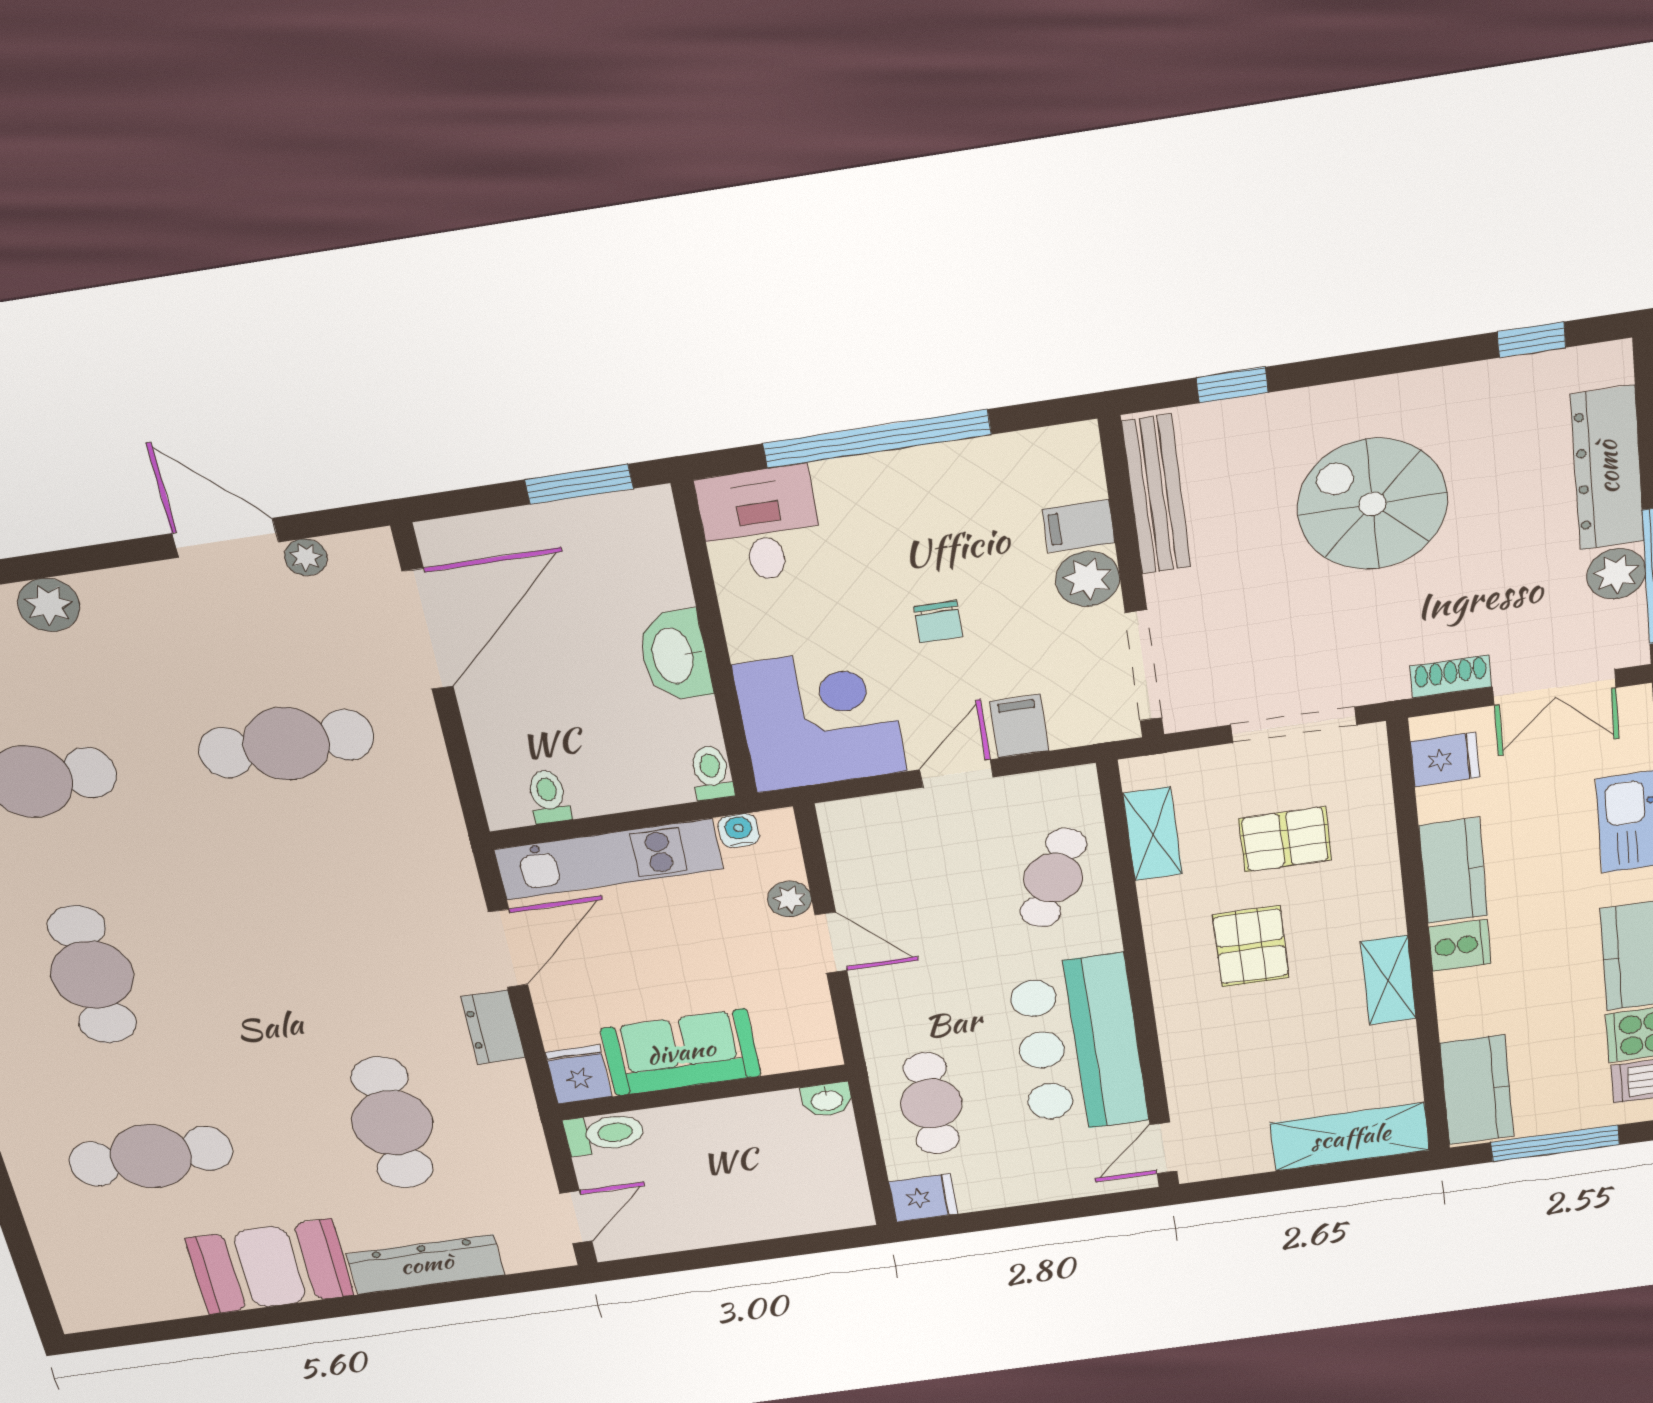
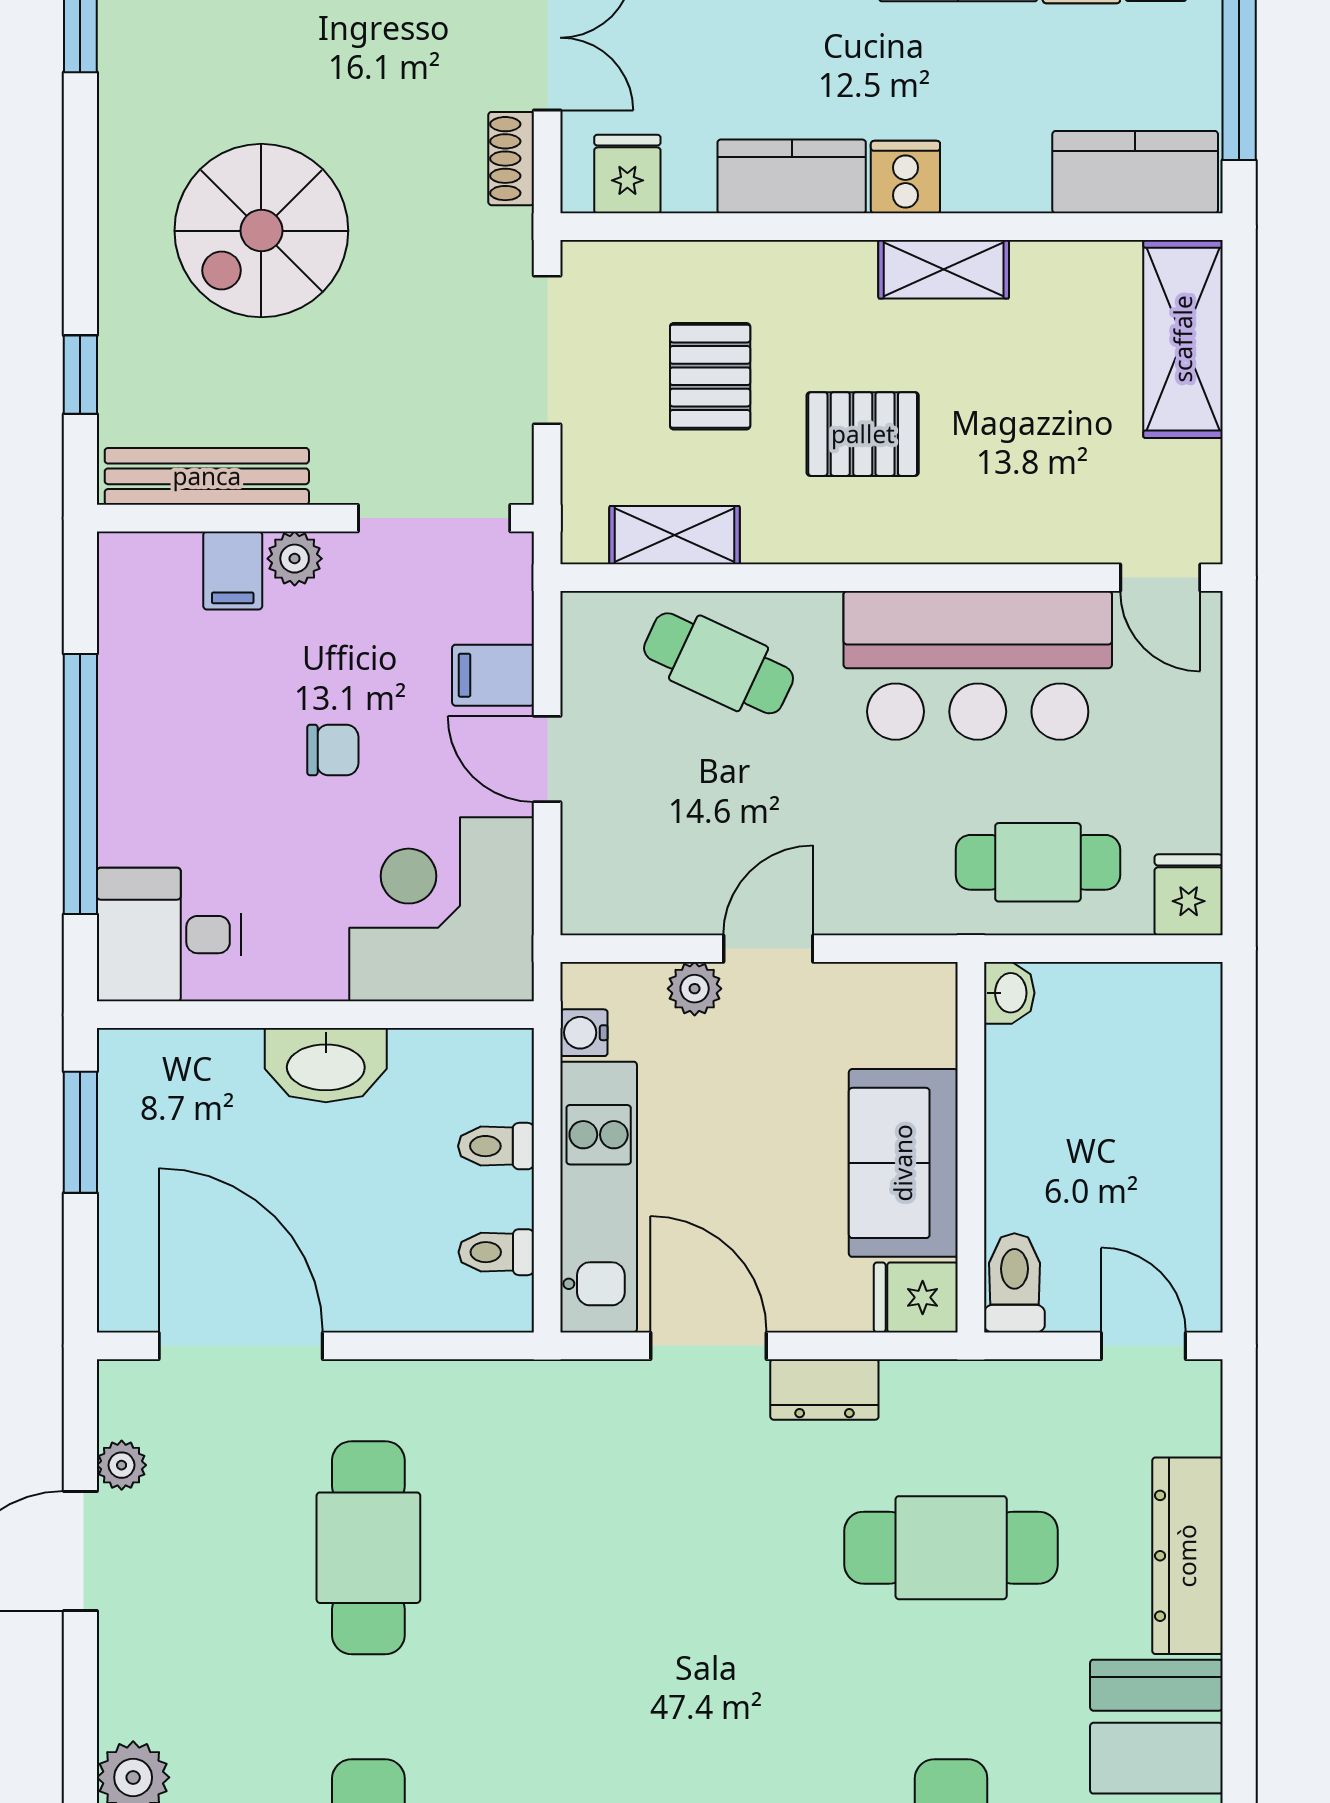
plant: (1088, 579) -> (295, 559), width x0.73, depth x0.73
toilet: (711, 773) -> (496, 1146), moved

